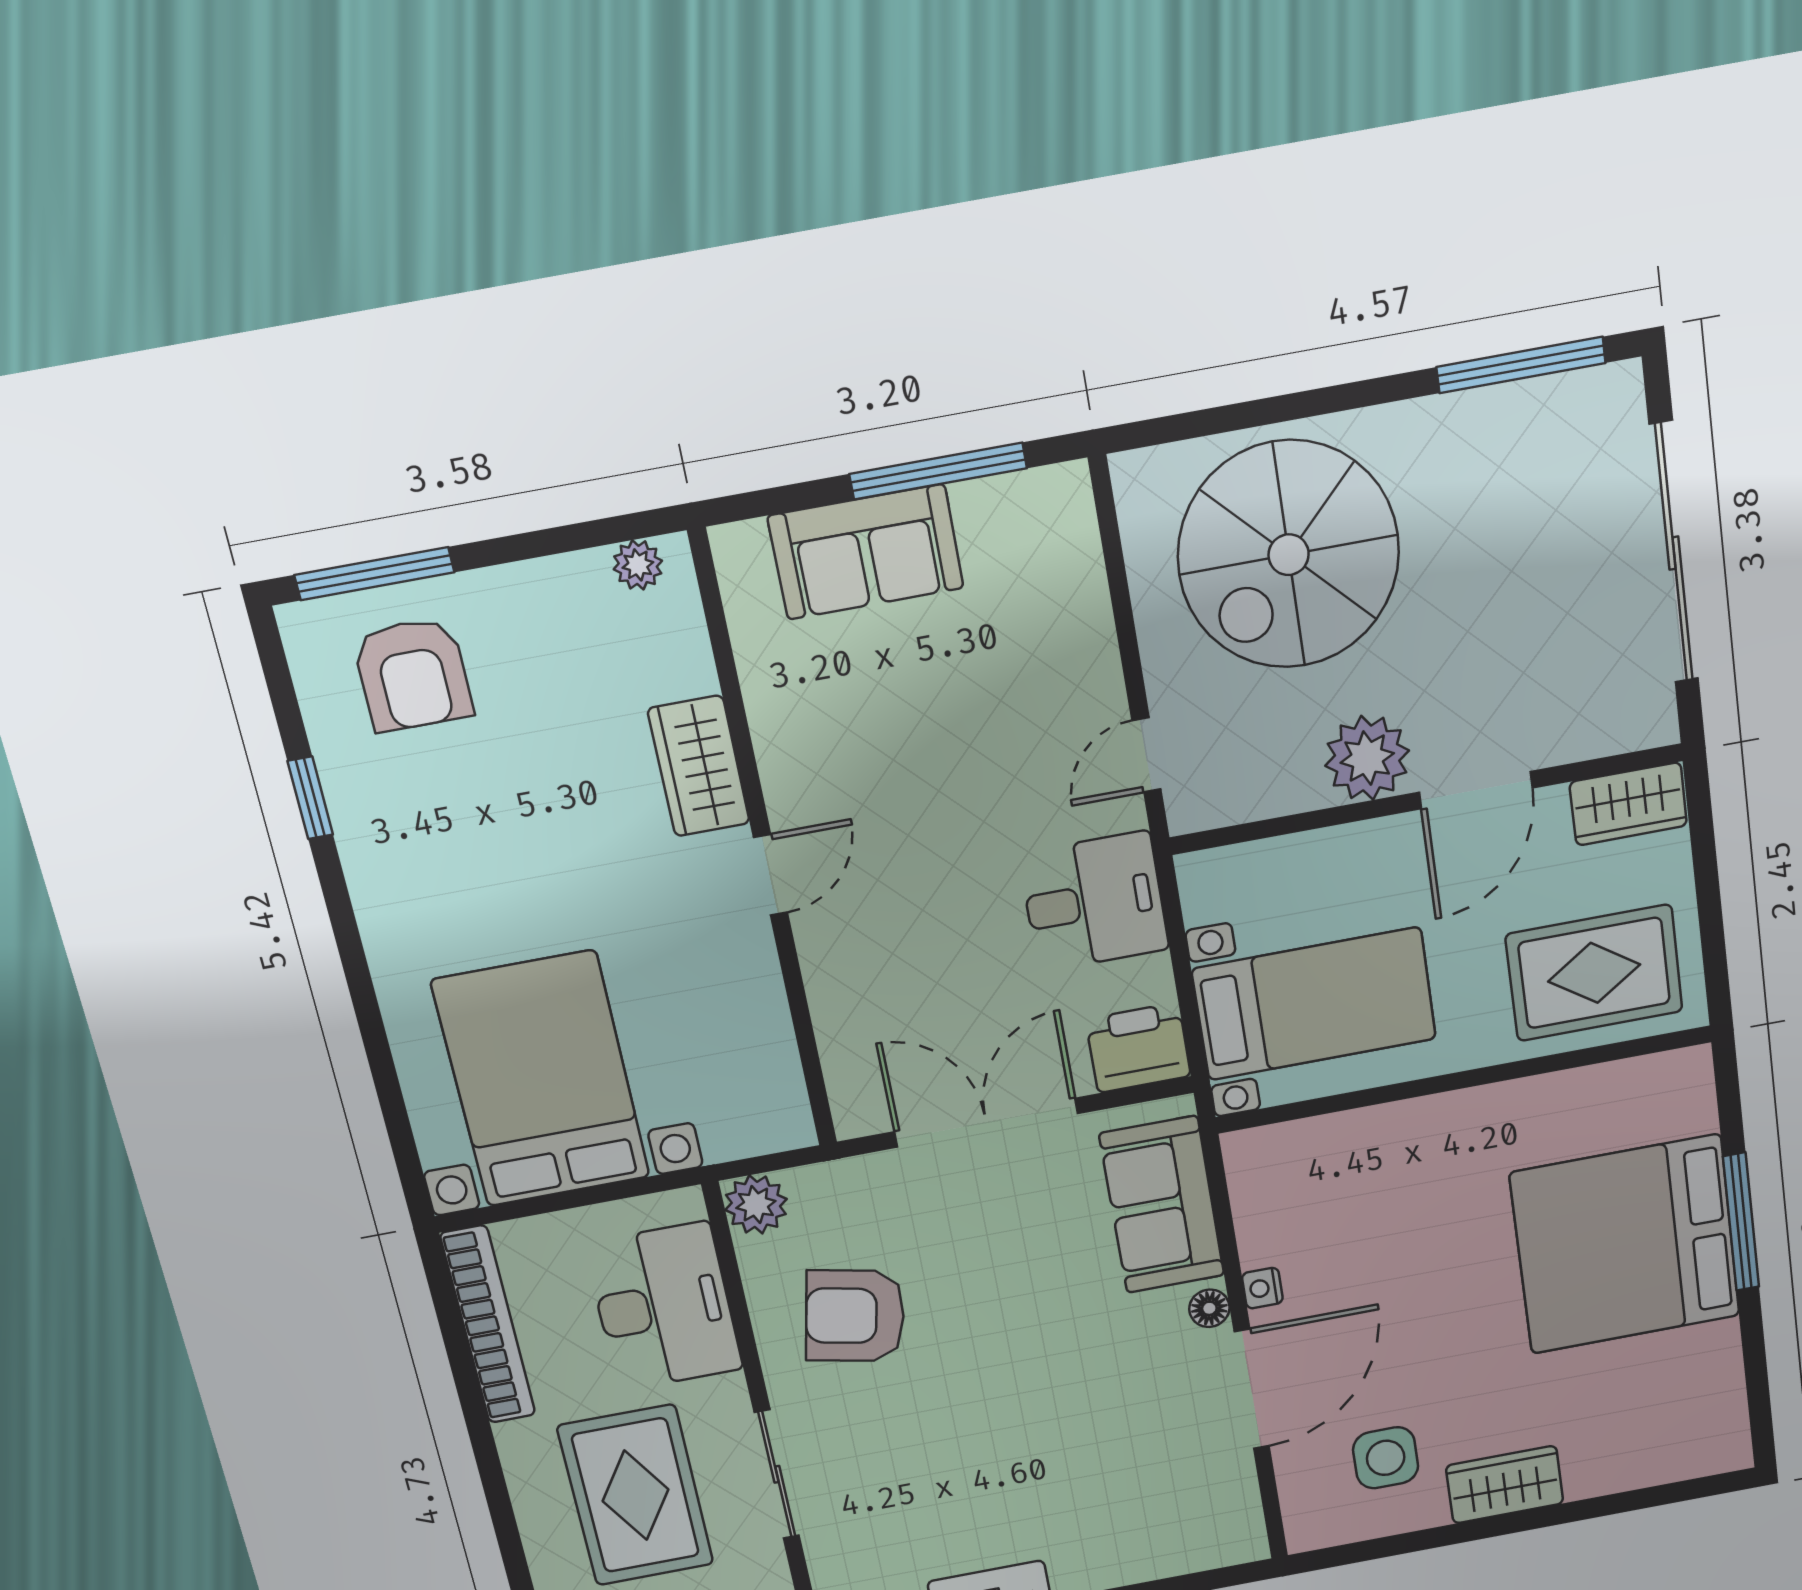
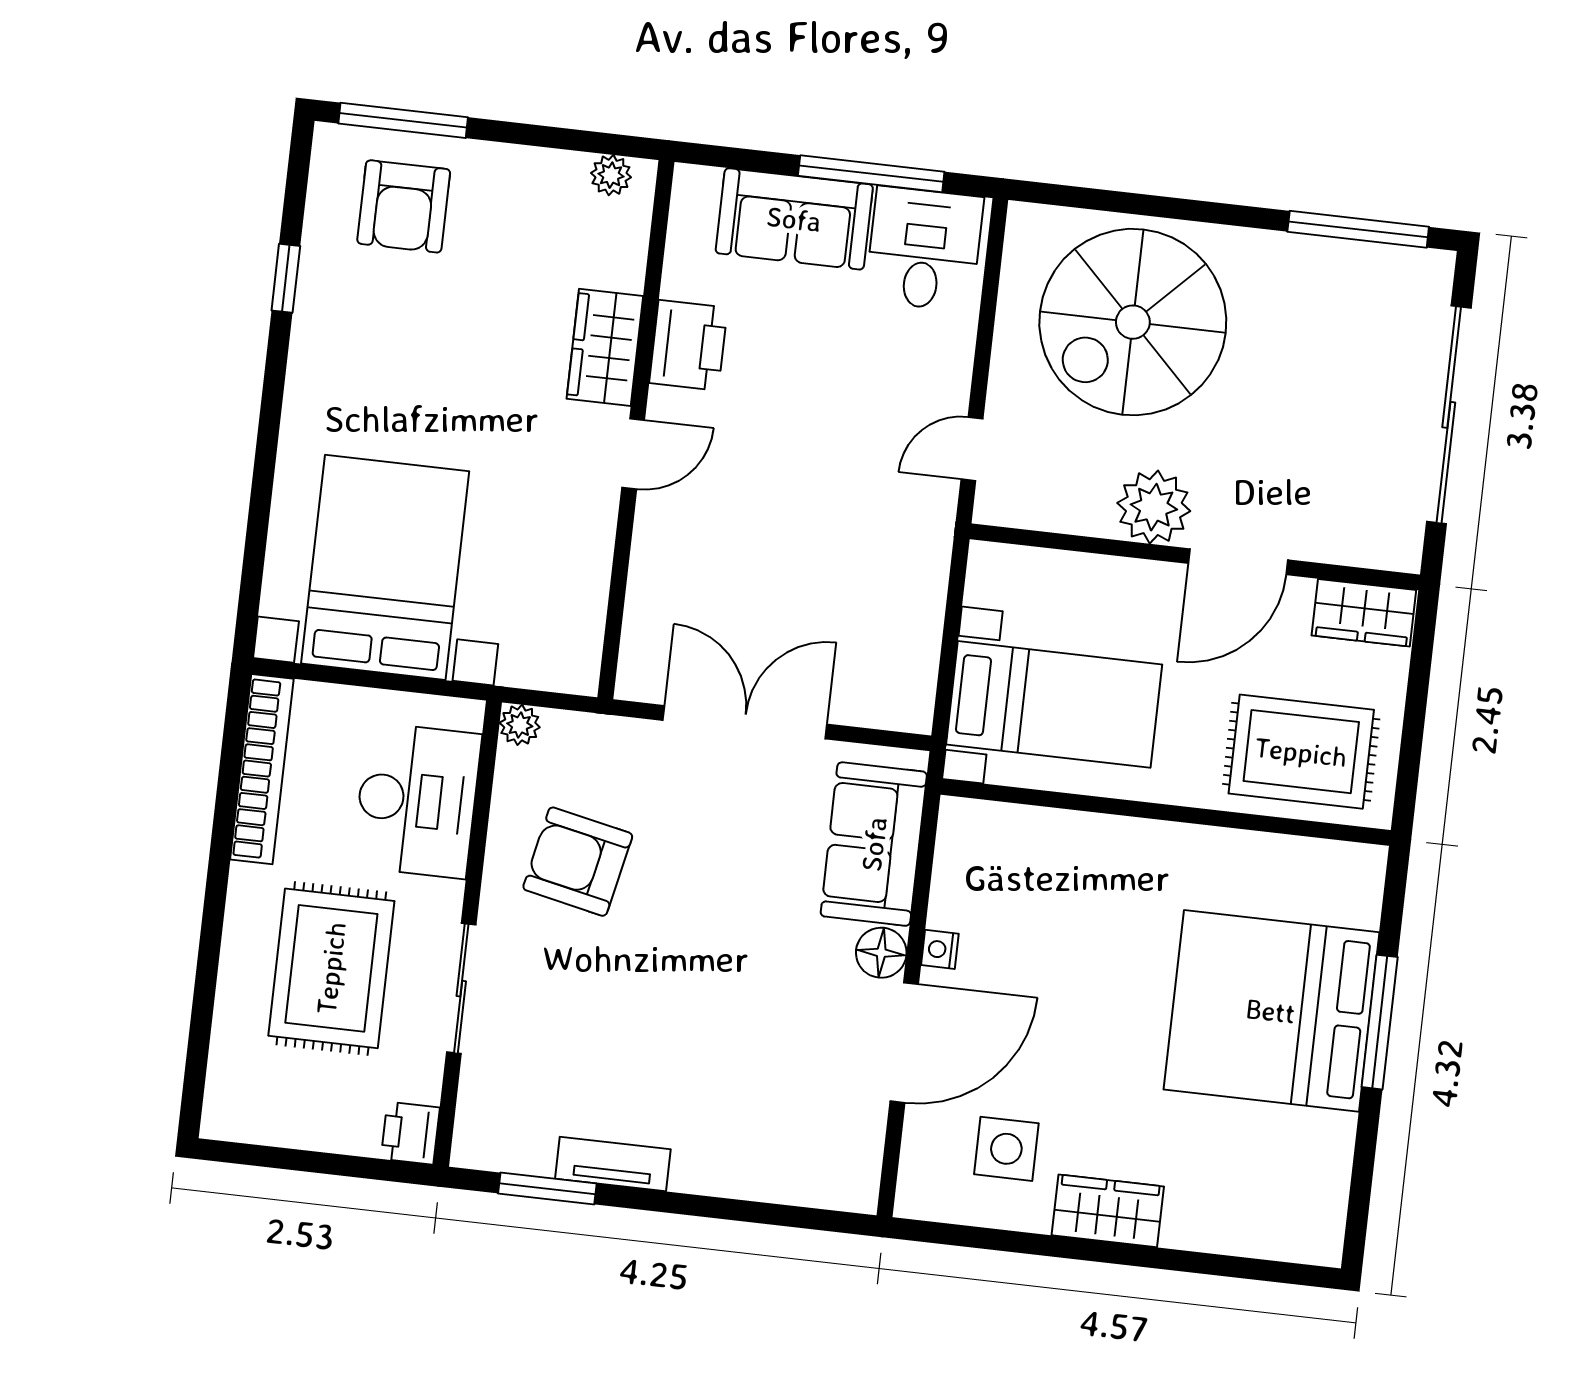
desk: (1094, 902) -> (924, 249), moved, turned -90
printer: (1138, 1048) -> (688, 345), moved, turned 90
plant: (756, 1205) -> (520, 725), width x0.73, depth x0.73
floor lamp: (1209, 1308) -> (881, 953), width x1.37, depth x1.37

